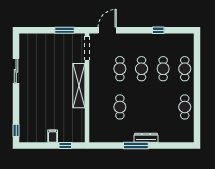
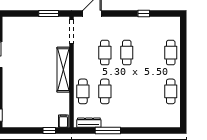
cafe table: (163, 69) -> (83, 91), moved
filing cabinet: (53, 136) -> (63, 121), moved
dresser: (146, 138) -> (89, 123), moved
window: (136, 145) -> (108, 130), moved

